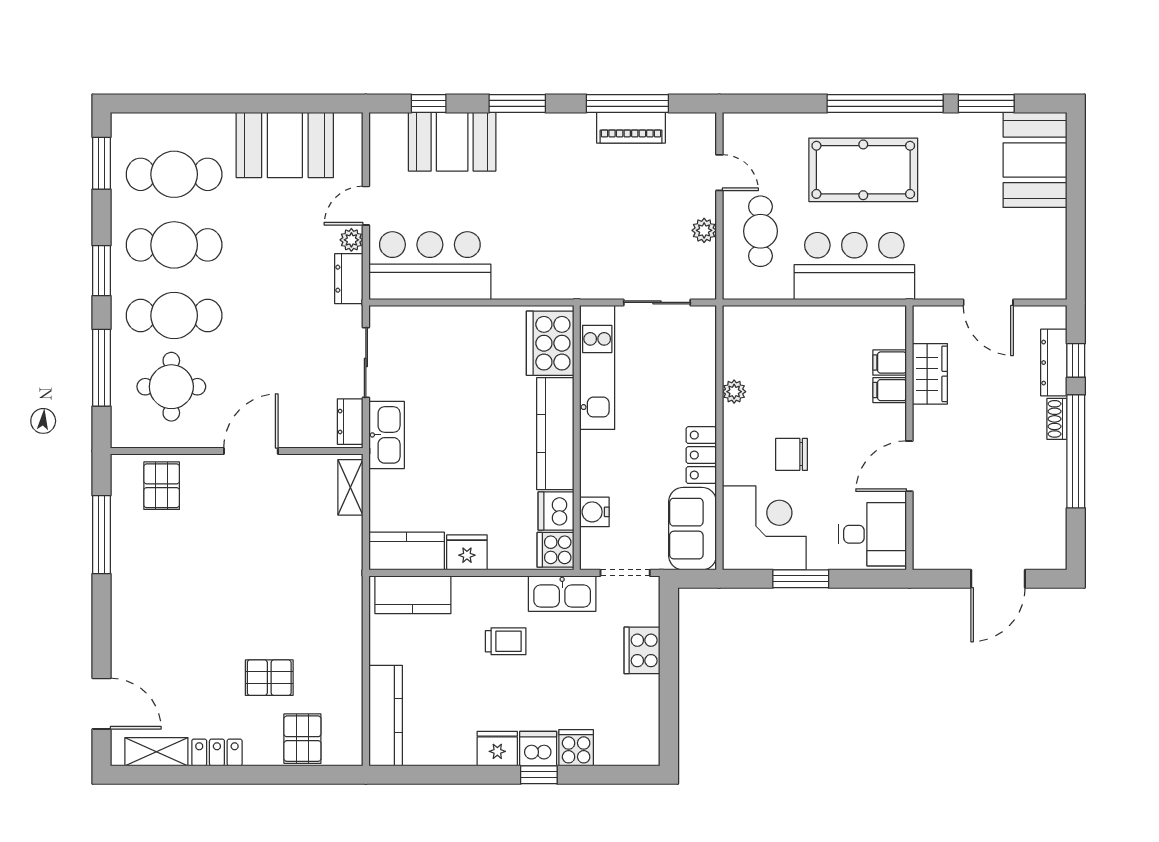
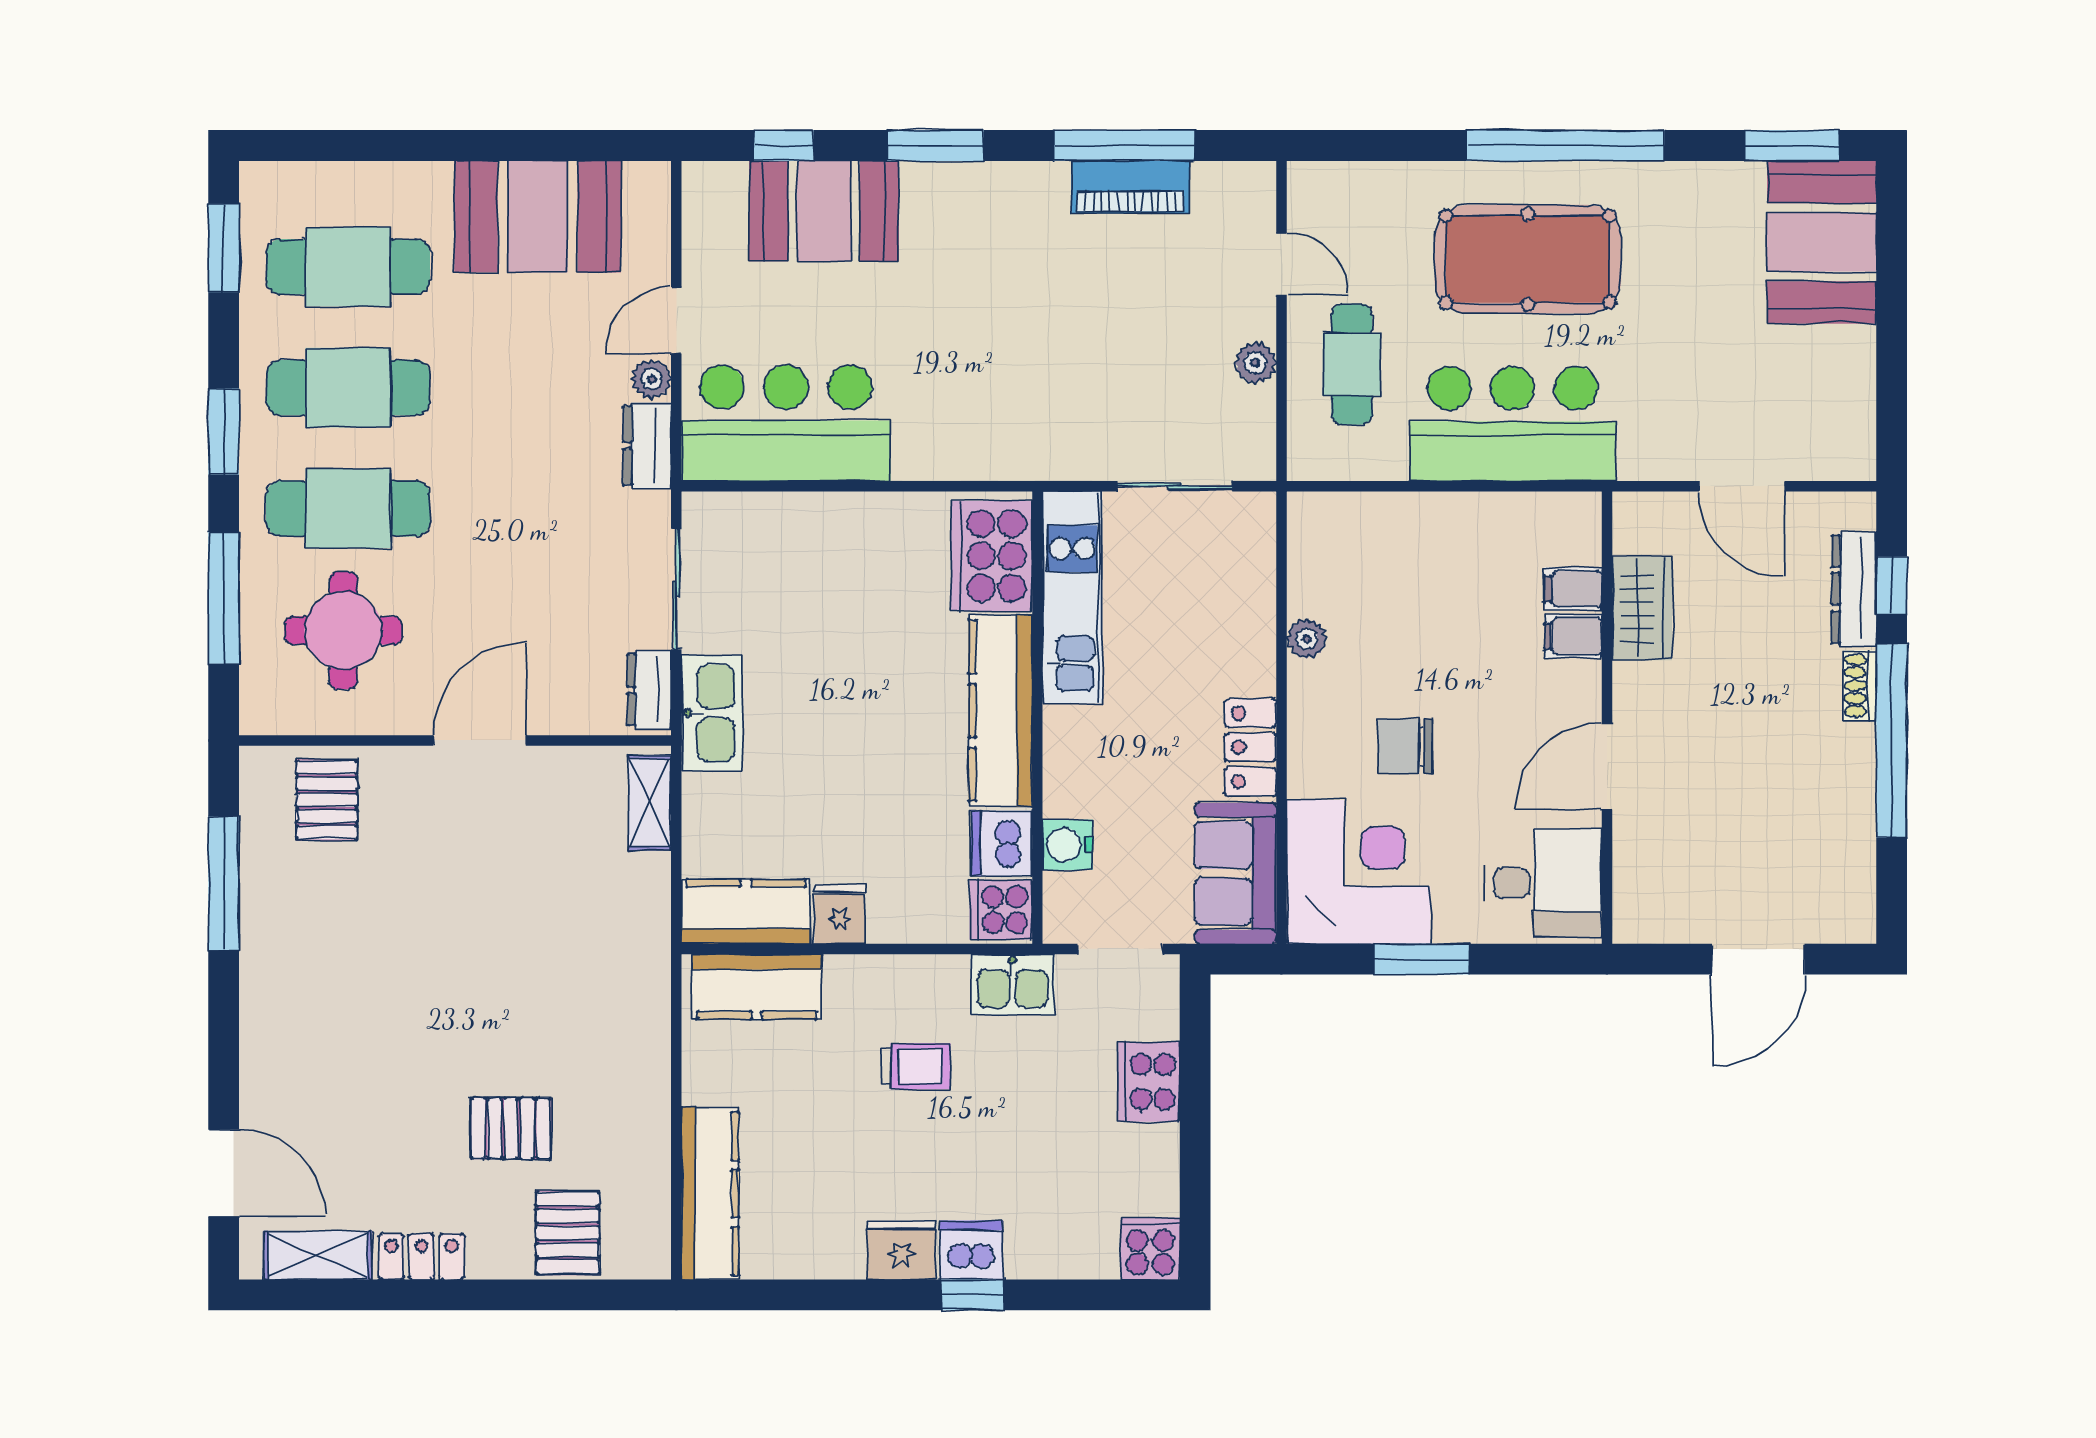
window: (986, 103) -> (1792, 145), moved
fridge: (467, 552) -> (840, 914), width x0.72
kitchen sink: (562, 594) -> (1012, 984), width x0.73
cooker: (576, 748) -> (1150, 1249), moved

